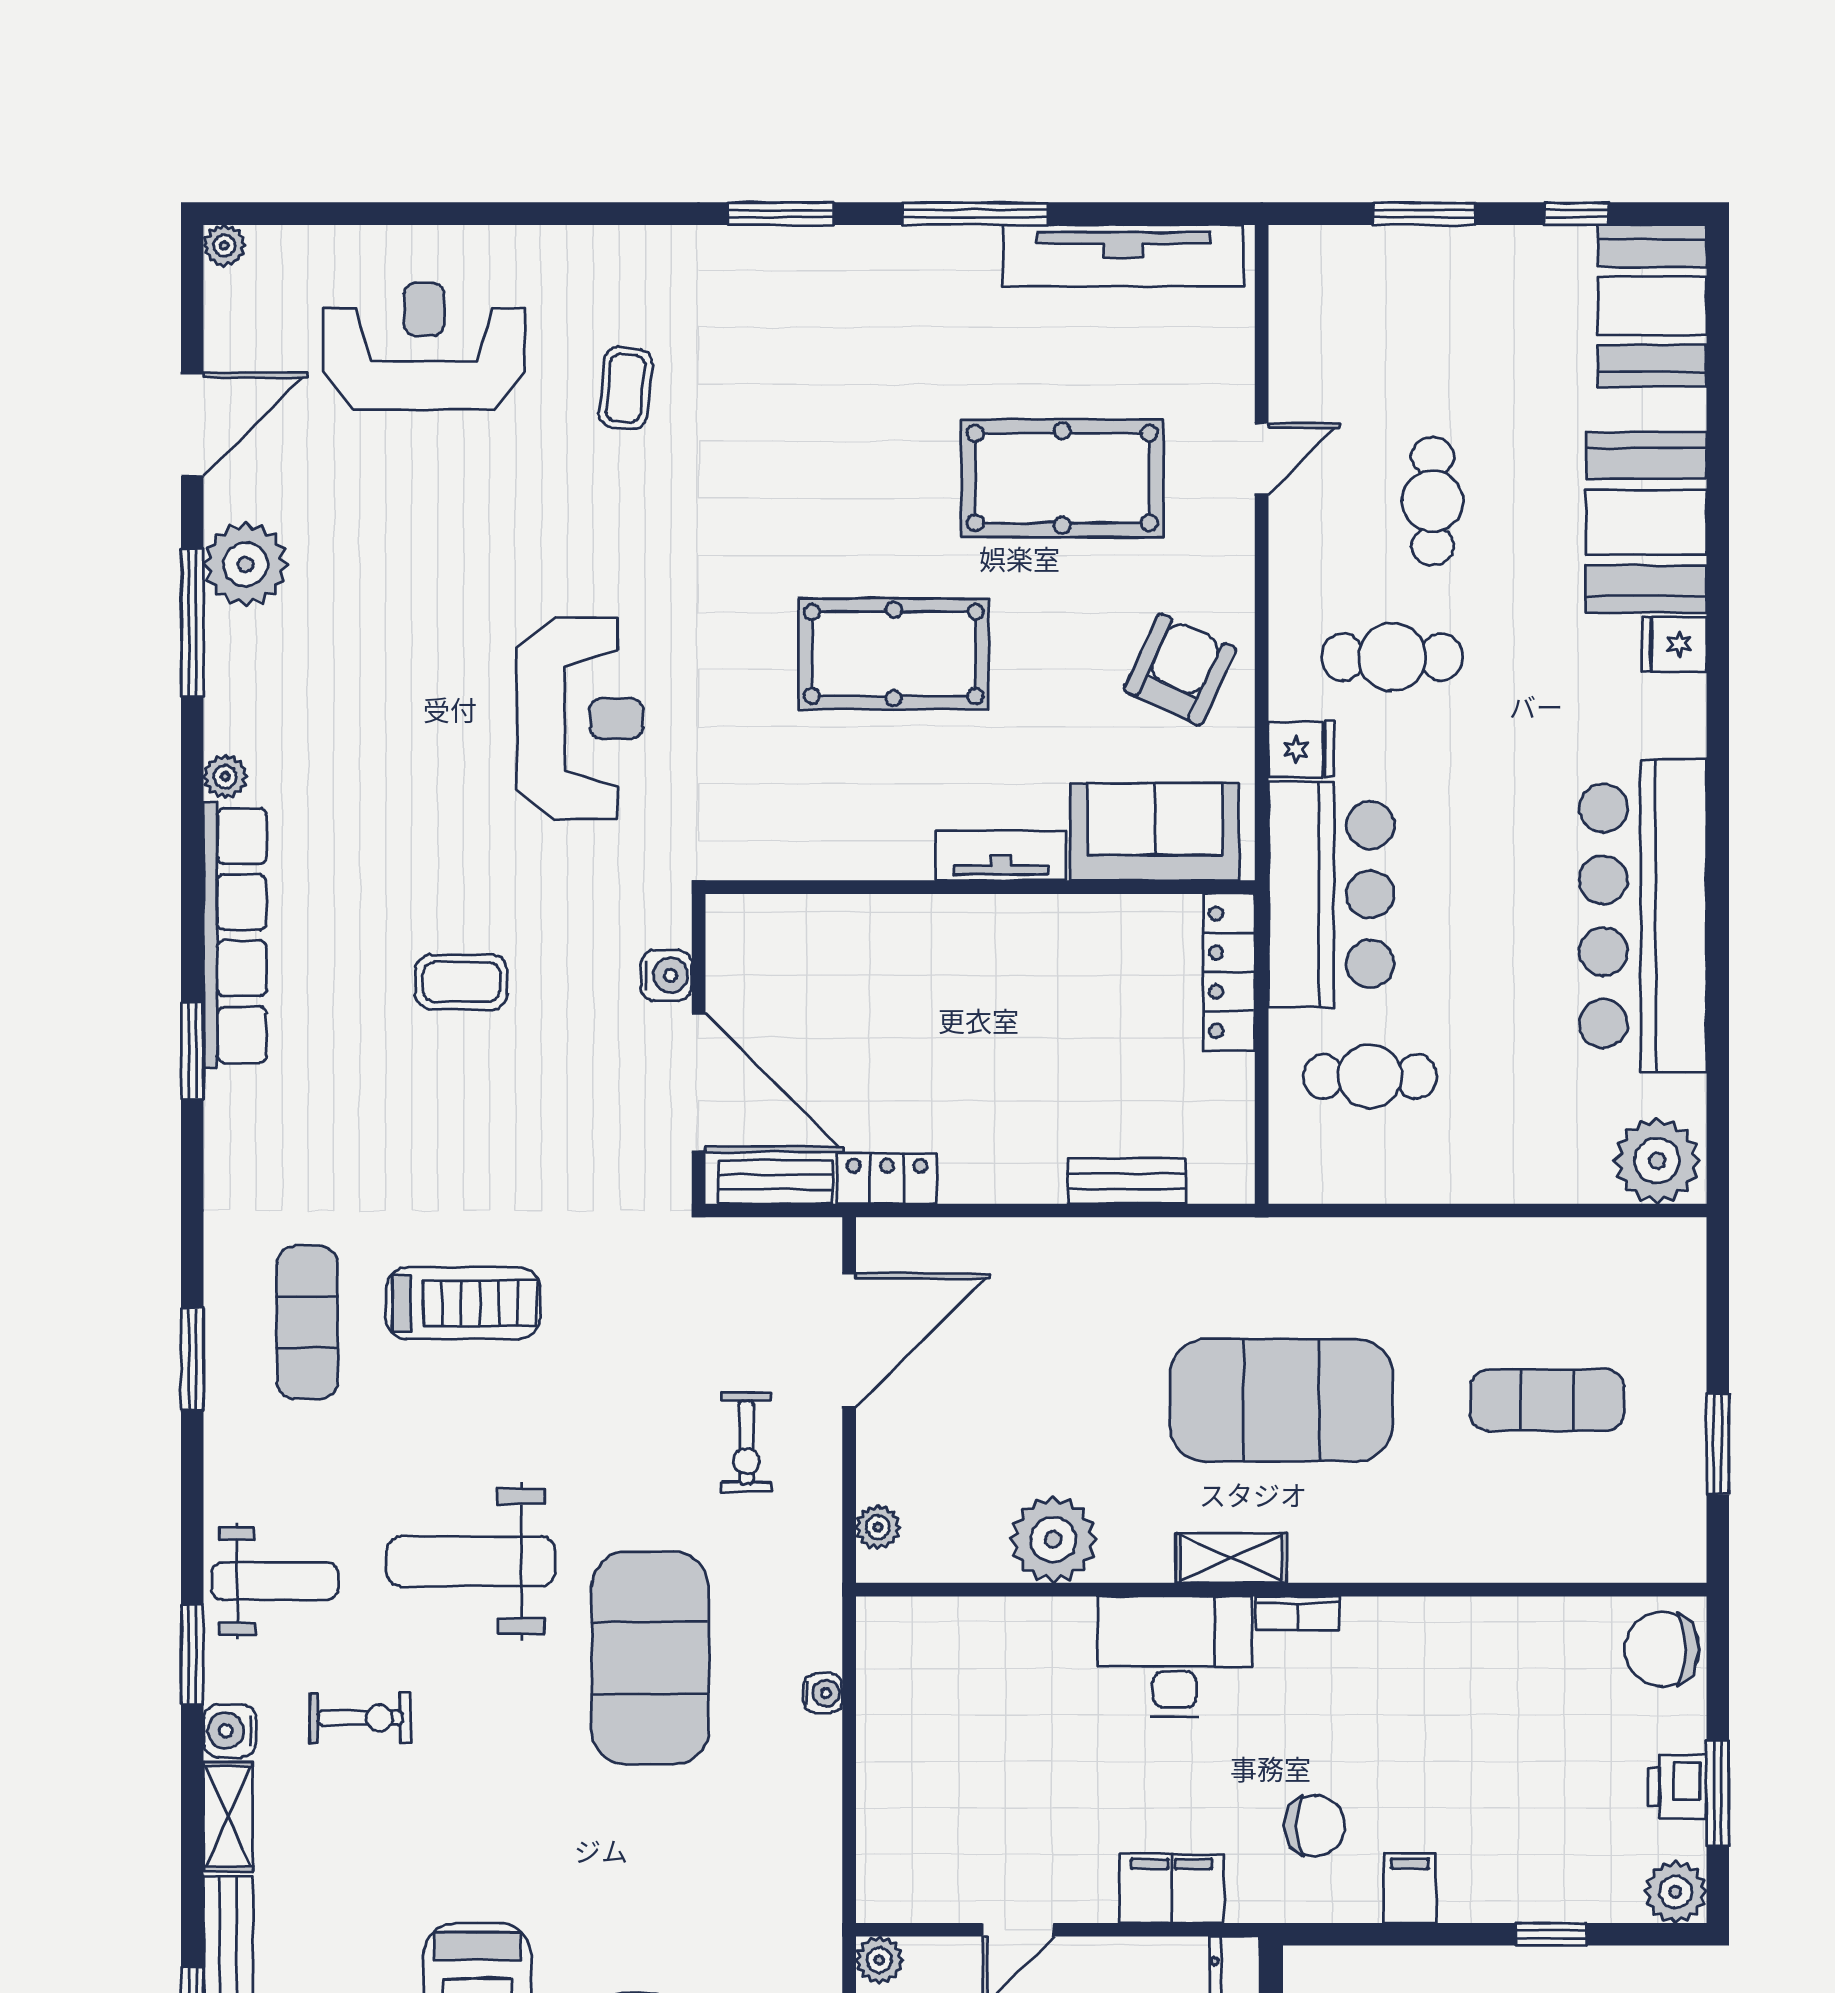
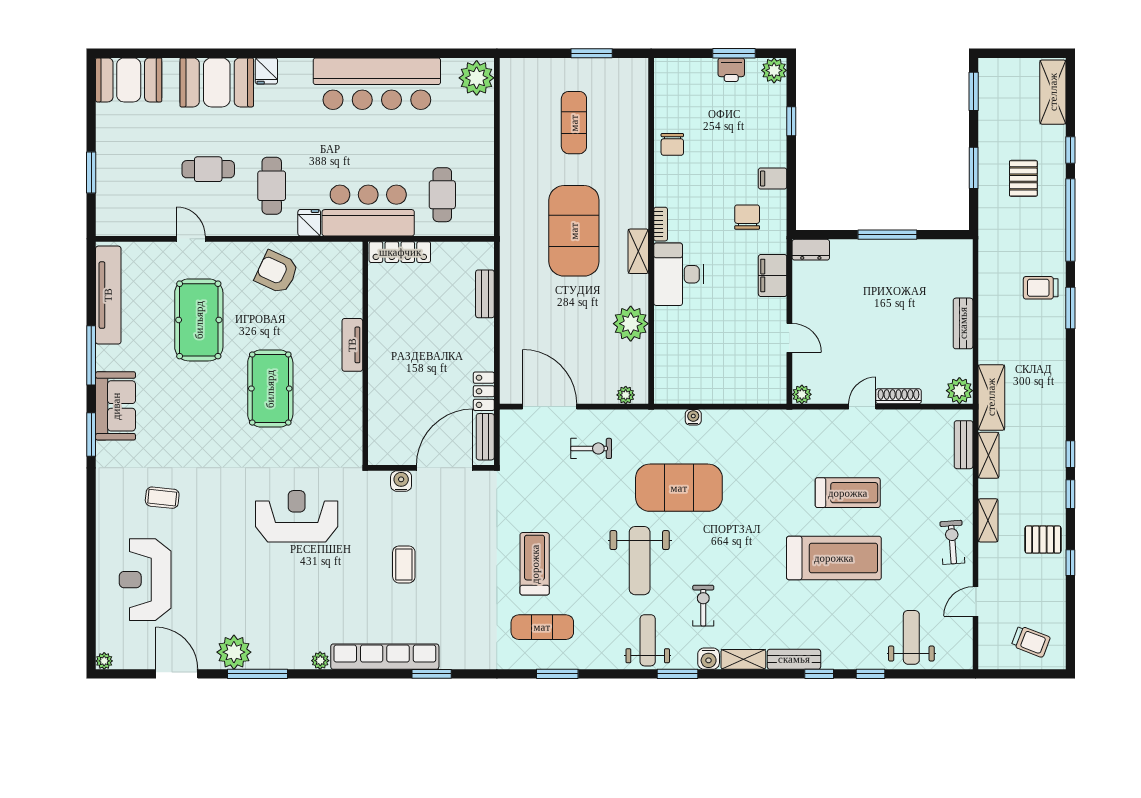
window: (1577, 214) -> (91, 111), removed
sofa: (1155, 832) -> (116, 406), moved, turned 180
chair: (1662, 1649) -> (672, 144), moved, width x0.73, depth x0.73

